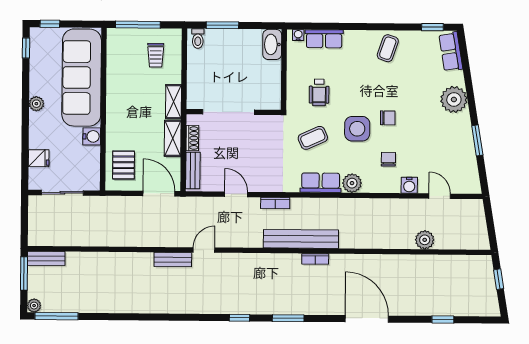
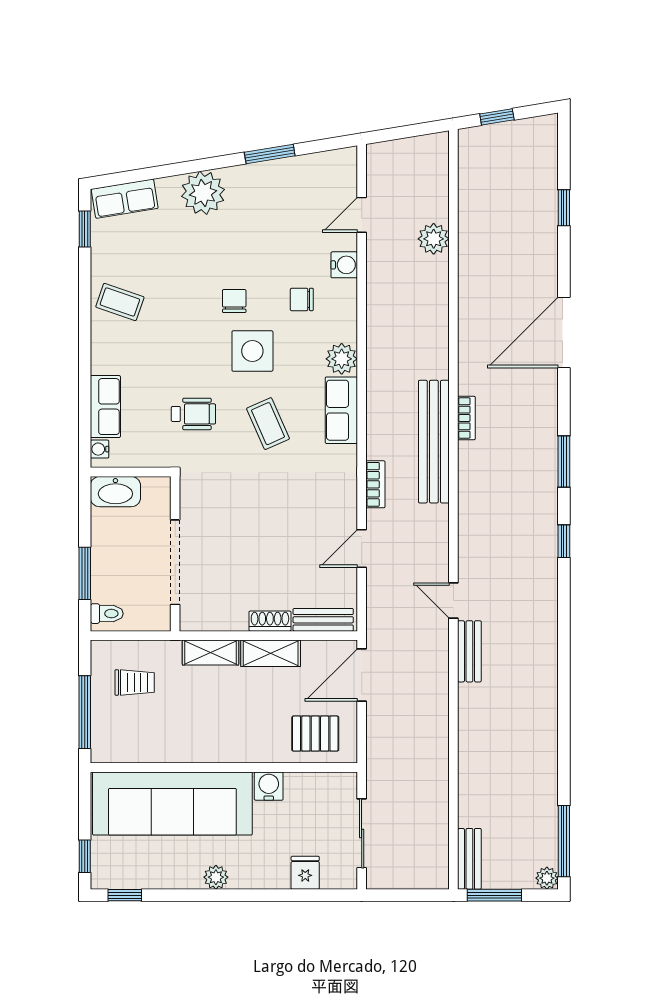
doorway: (228, 112) -> (175, 562), moved
wall: (234, 112) -> (175, 554), moved

